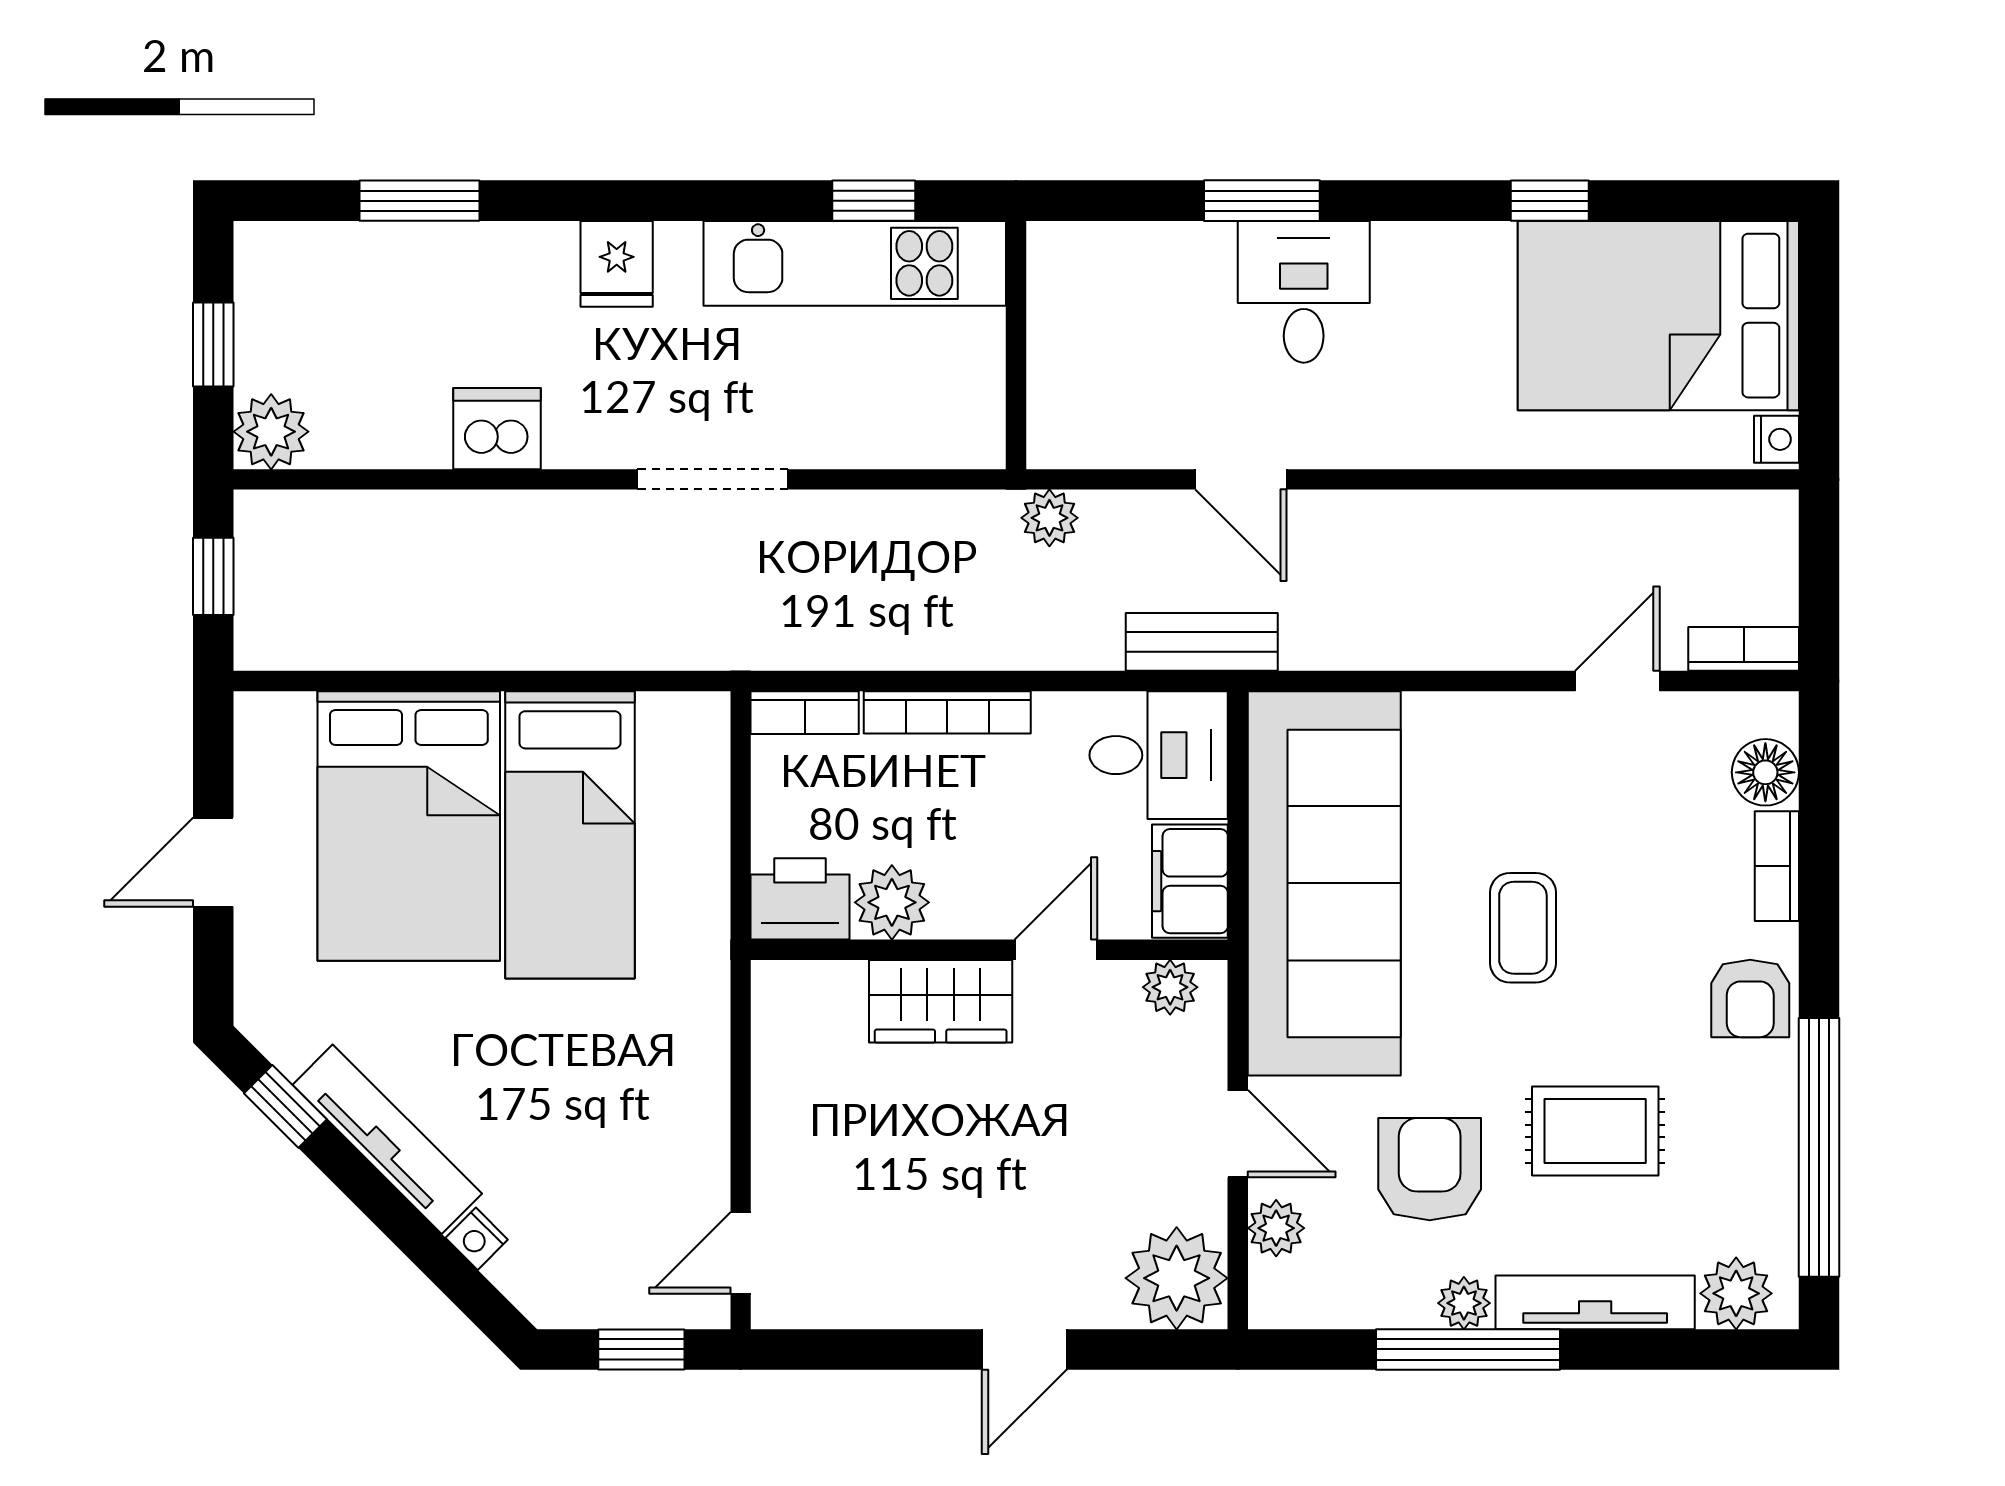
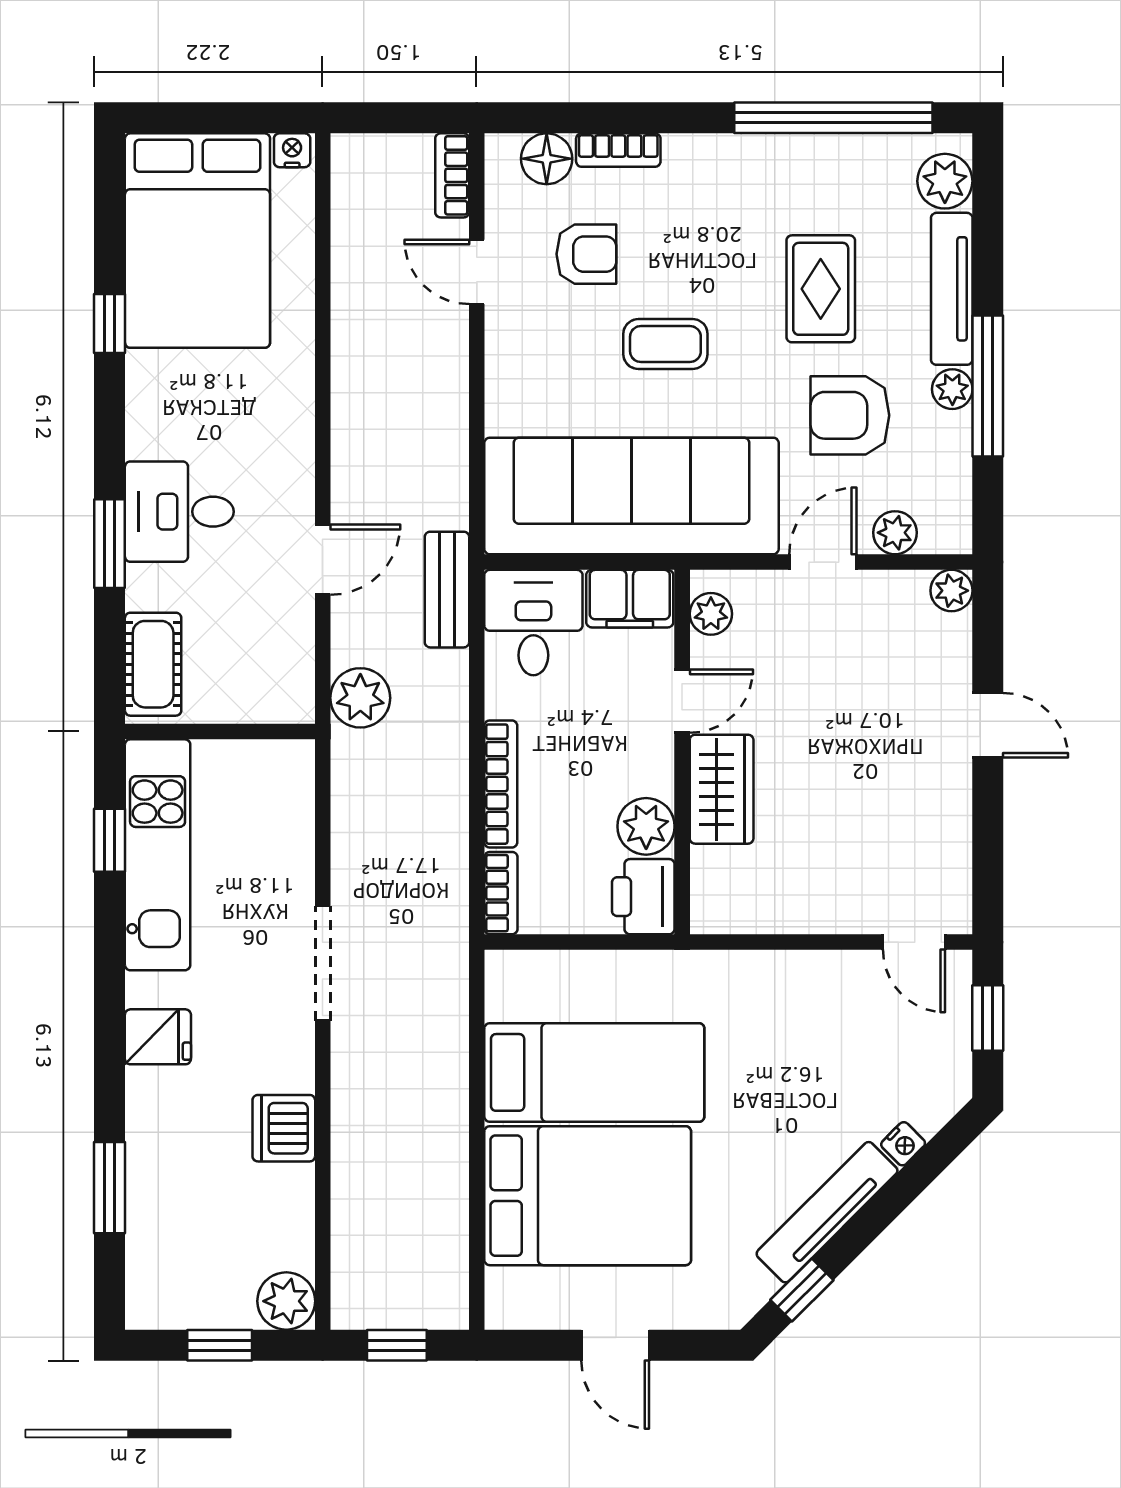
cot: (1104, 257) -> (153, 664), added
plant: (1049, 518) -> (360, 698), width x1.38, depth x1.38
door: (1056, 950) -> (682, 701), swing flipped
armchair: (1750, 998) -> (586, 254), moved
plant: (1177, 1278) -> (951, 591), width x0.53, depth x0.53

